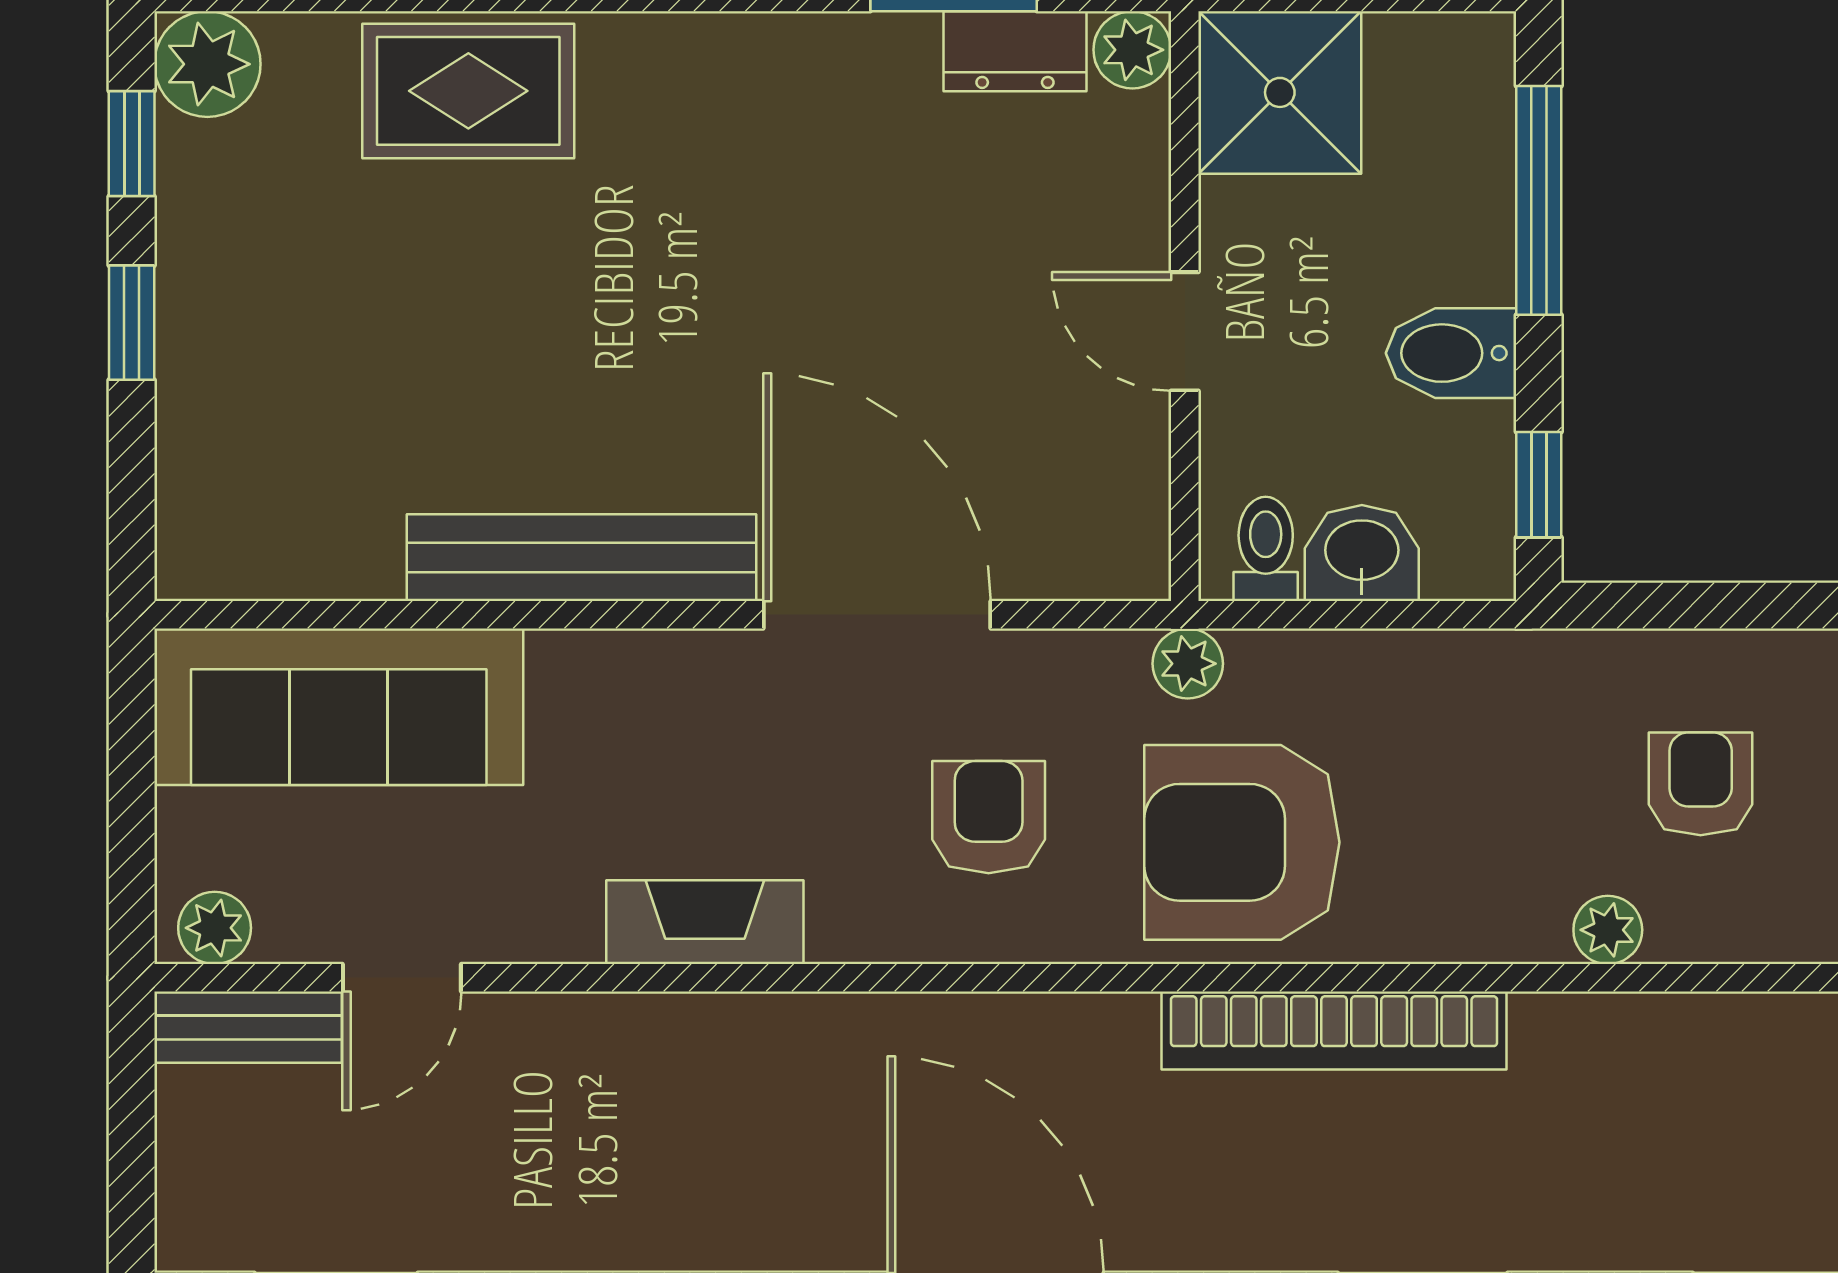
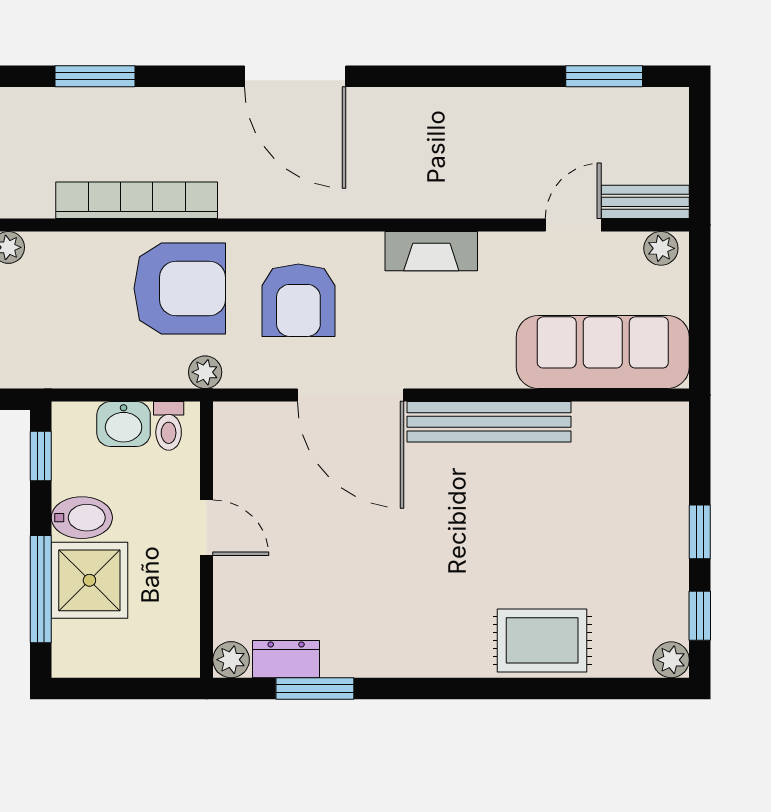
plant: (207, 64) -> (671, 660), width x0.73, depth x0.73
shower: (1280, 92) -> (89, 580), moved
armchair: (989, 817) -> (298, 300), width x1.38, depth x1.38

